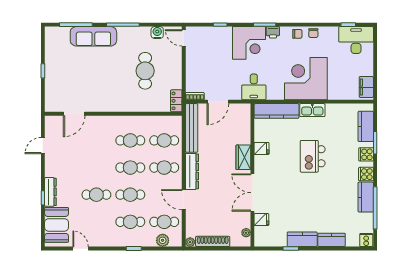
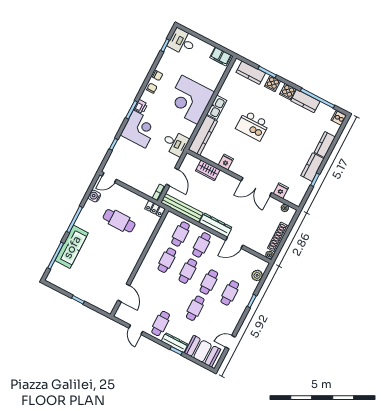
desk: (356, 40) -> (182, 42), width x0.73
wardrobe: (243, 157) -> (208, 170), moved
cafe table: (164, 222) -> (161, 323), moved

